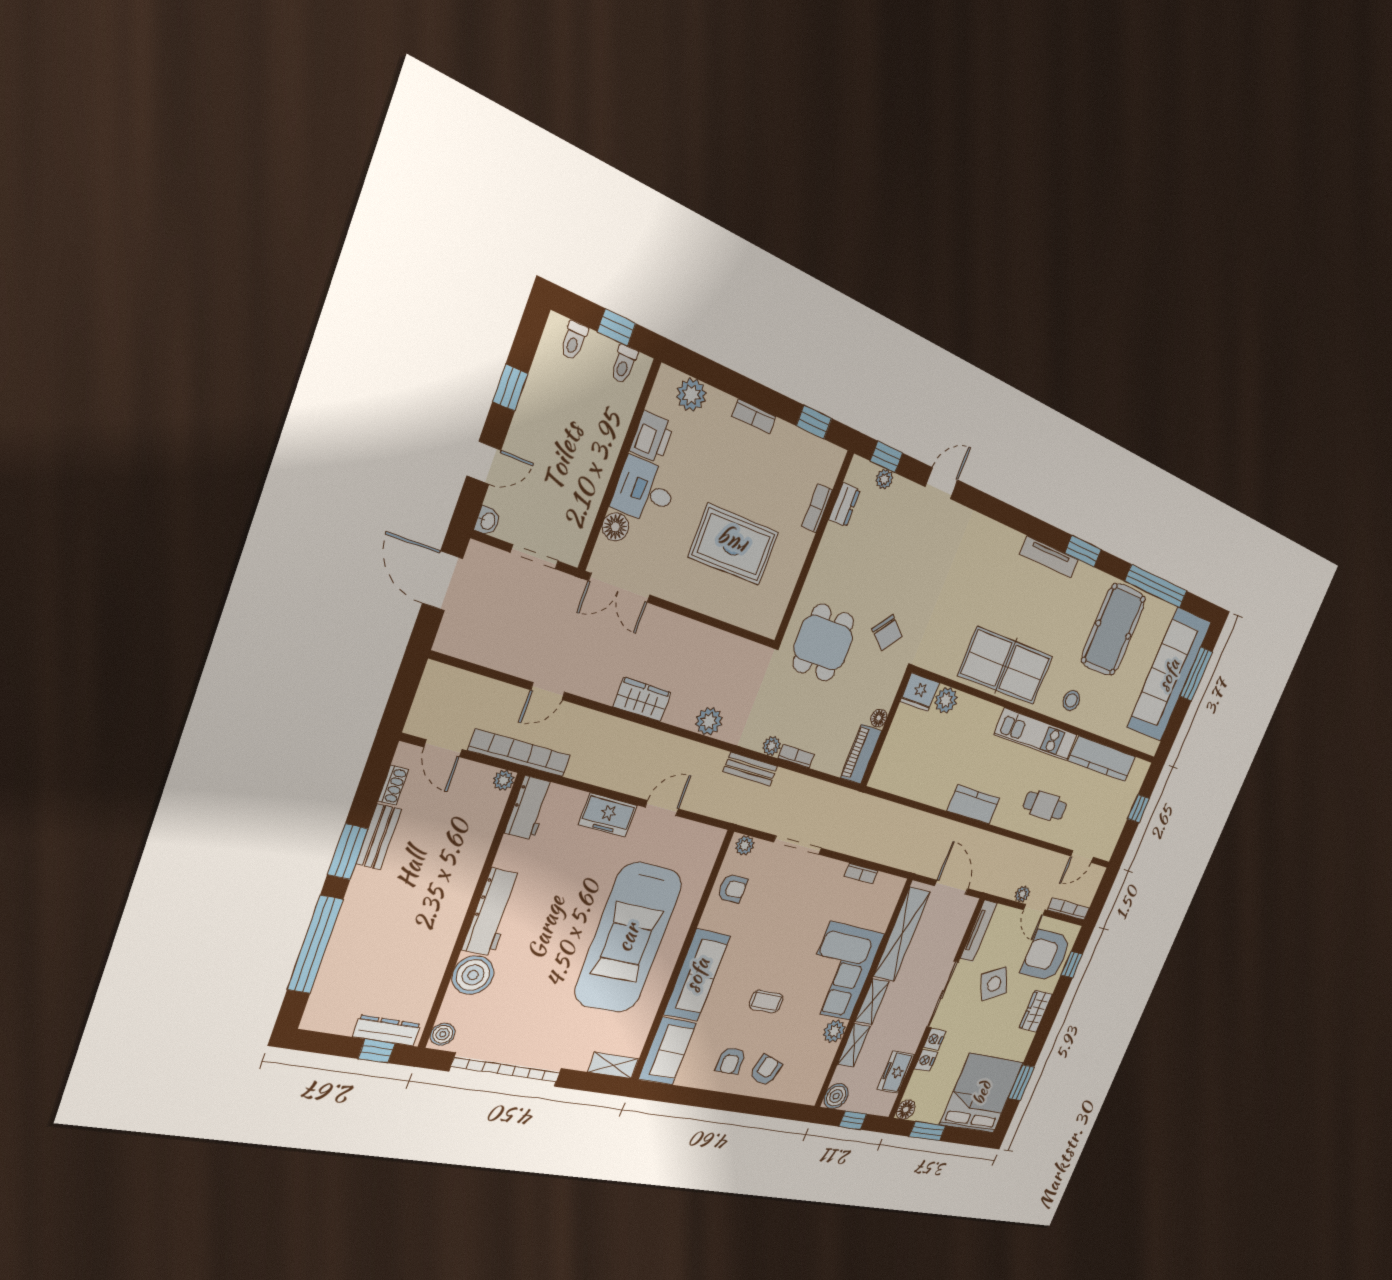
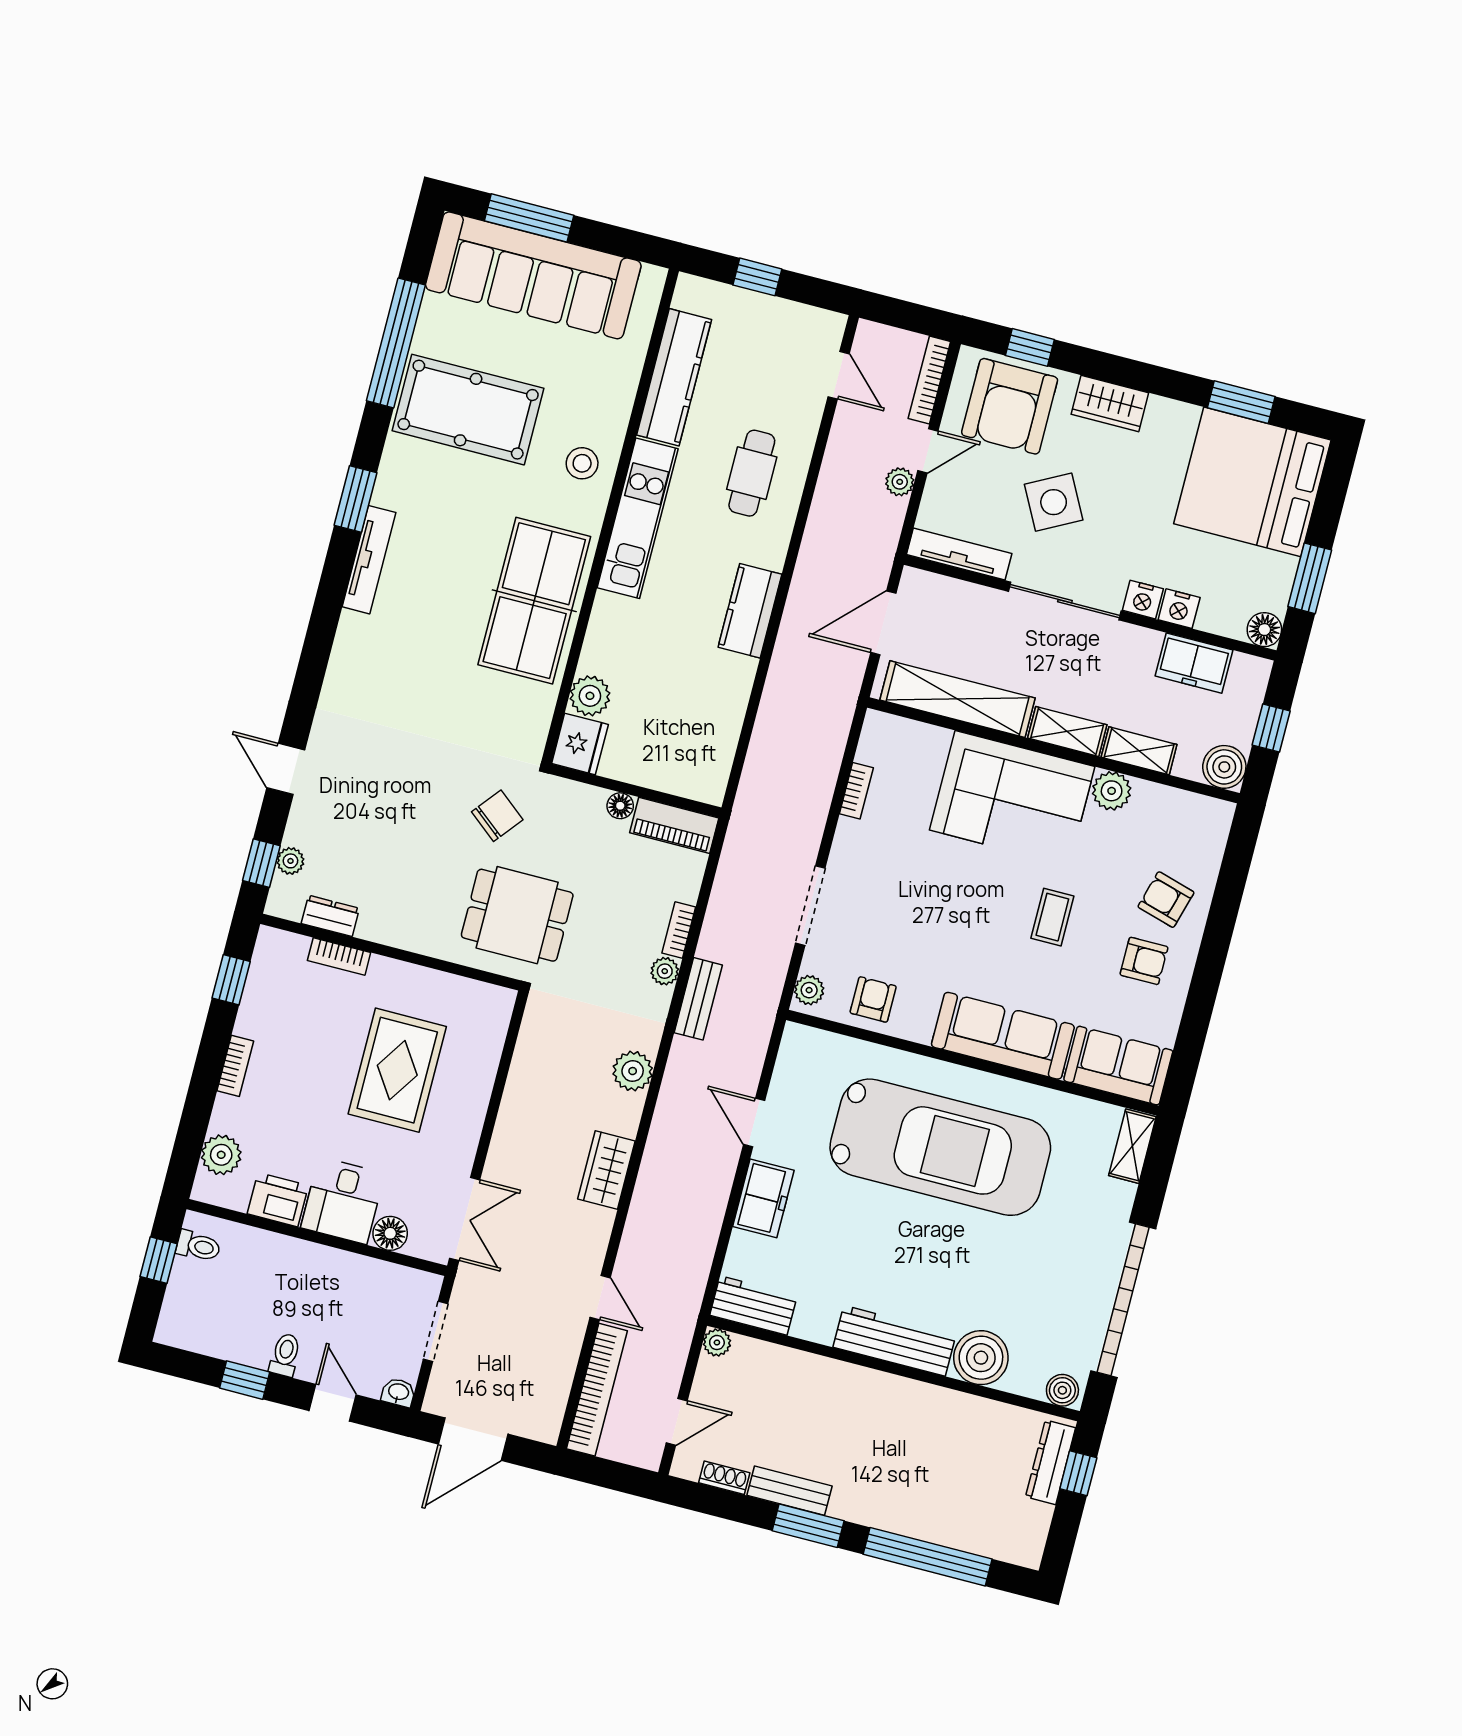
toilet: (574, 341) -> (285, 1355), moved, turned -90
bookcase: (520, 753) -> (597, 1390), moved, turned 180

